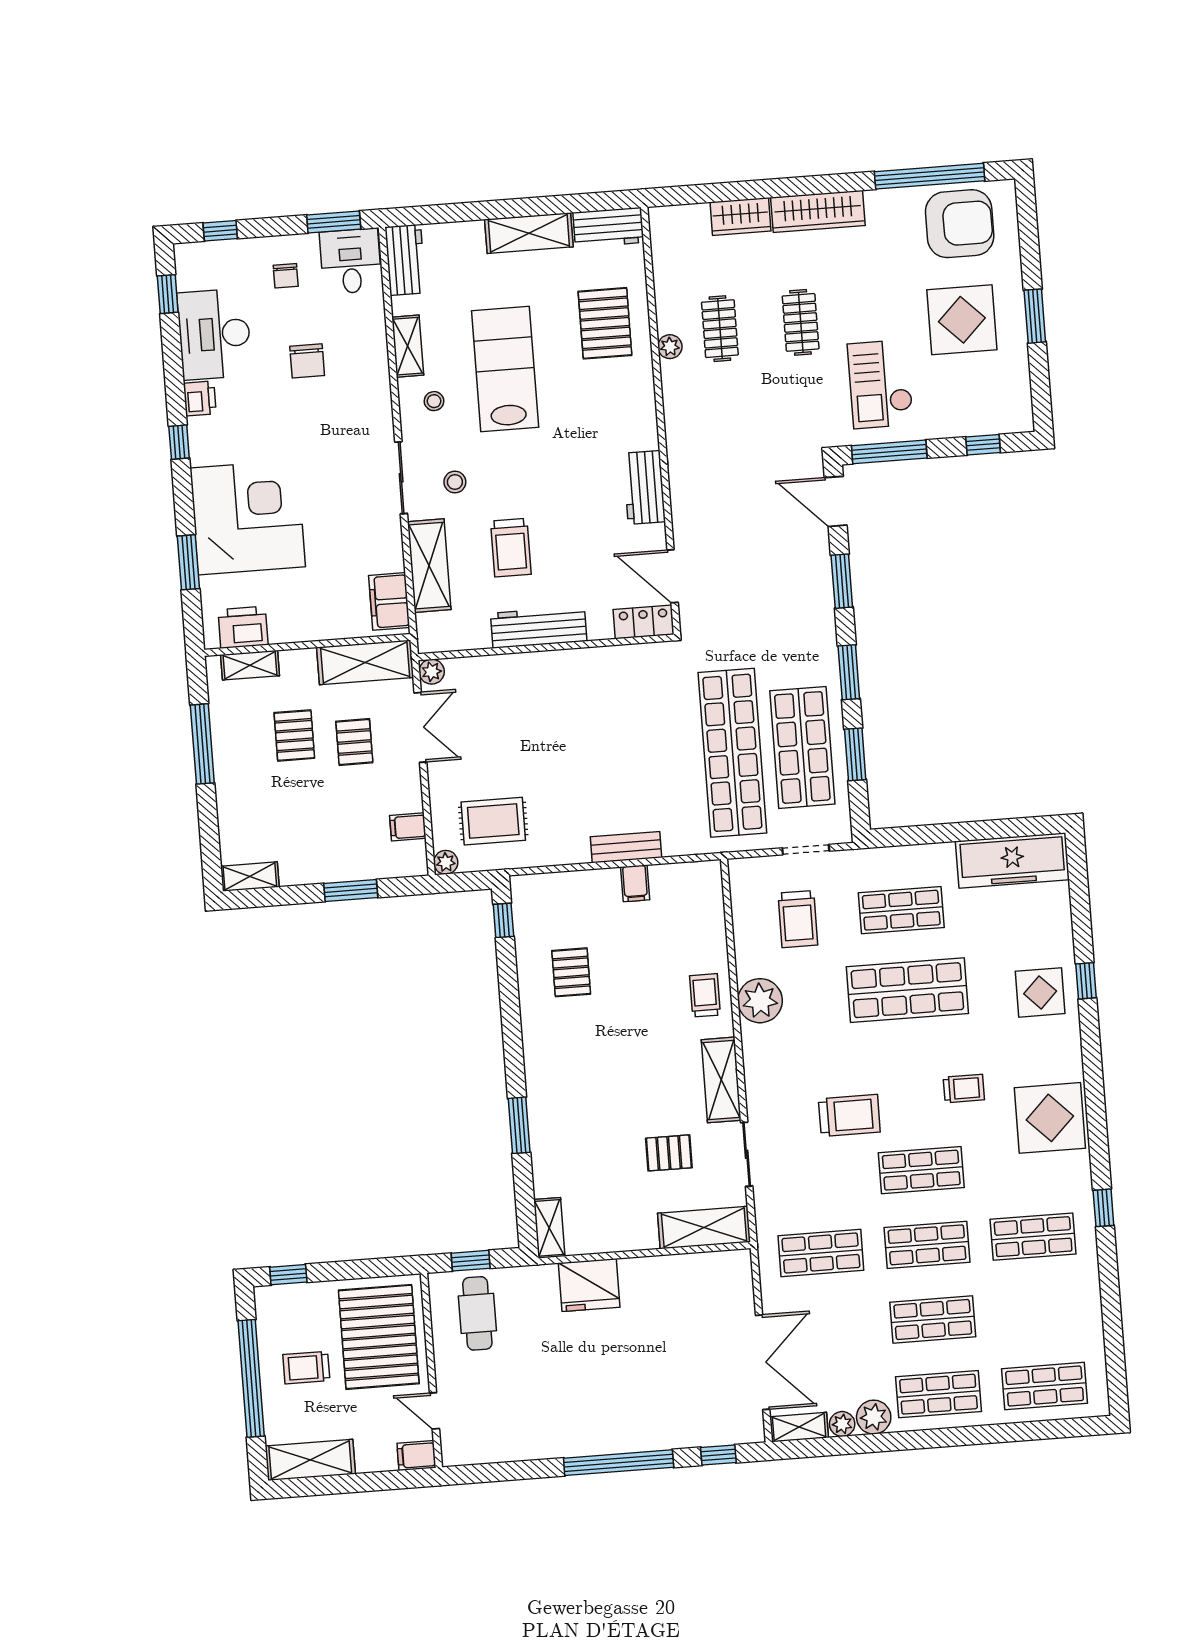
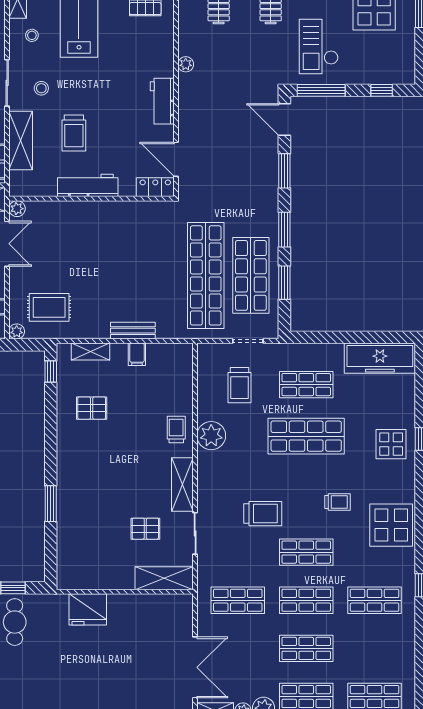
plant: (670, 347) -> (186, 64), moved
pallet: (571, 972) -> (92, 408), turned 90
shelving: (549, 1228) -> (90, 352), moved, turned 90

